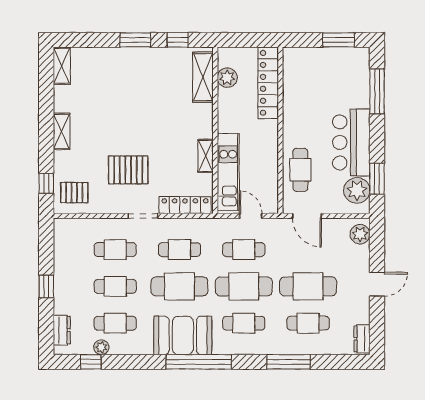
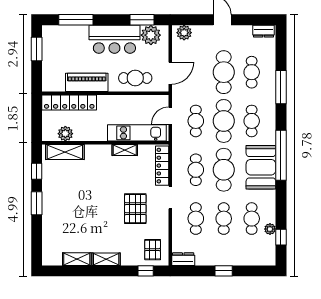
shelving: (62, 66) -> (77, 259), moved
piano: (295, 106) -> (87, 82), added
dresser: (62, 330) -> (183, 259), moved

